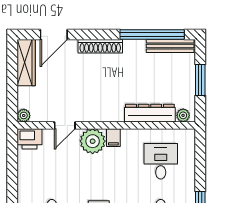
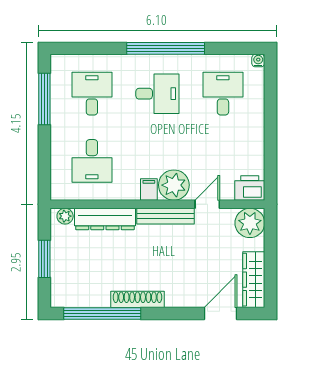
shoe rack: (100, 46) -> (138, 299), moved
bench: (170, 46) -> (165, 216), moved
plant: (24, 115) -> (250, 223), width x1.87, depth x1.87

